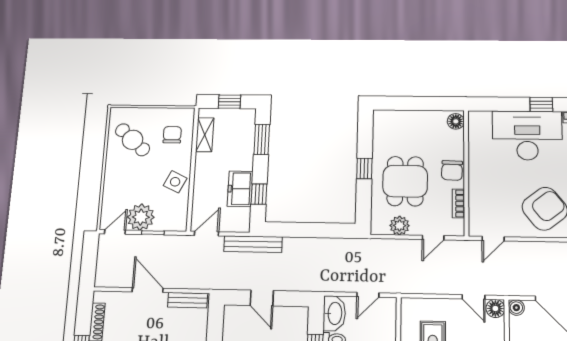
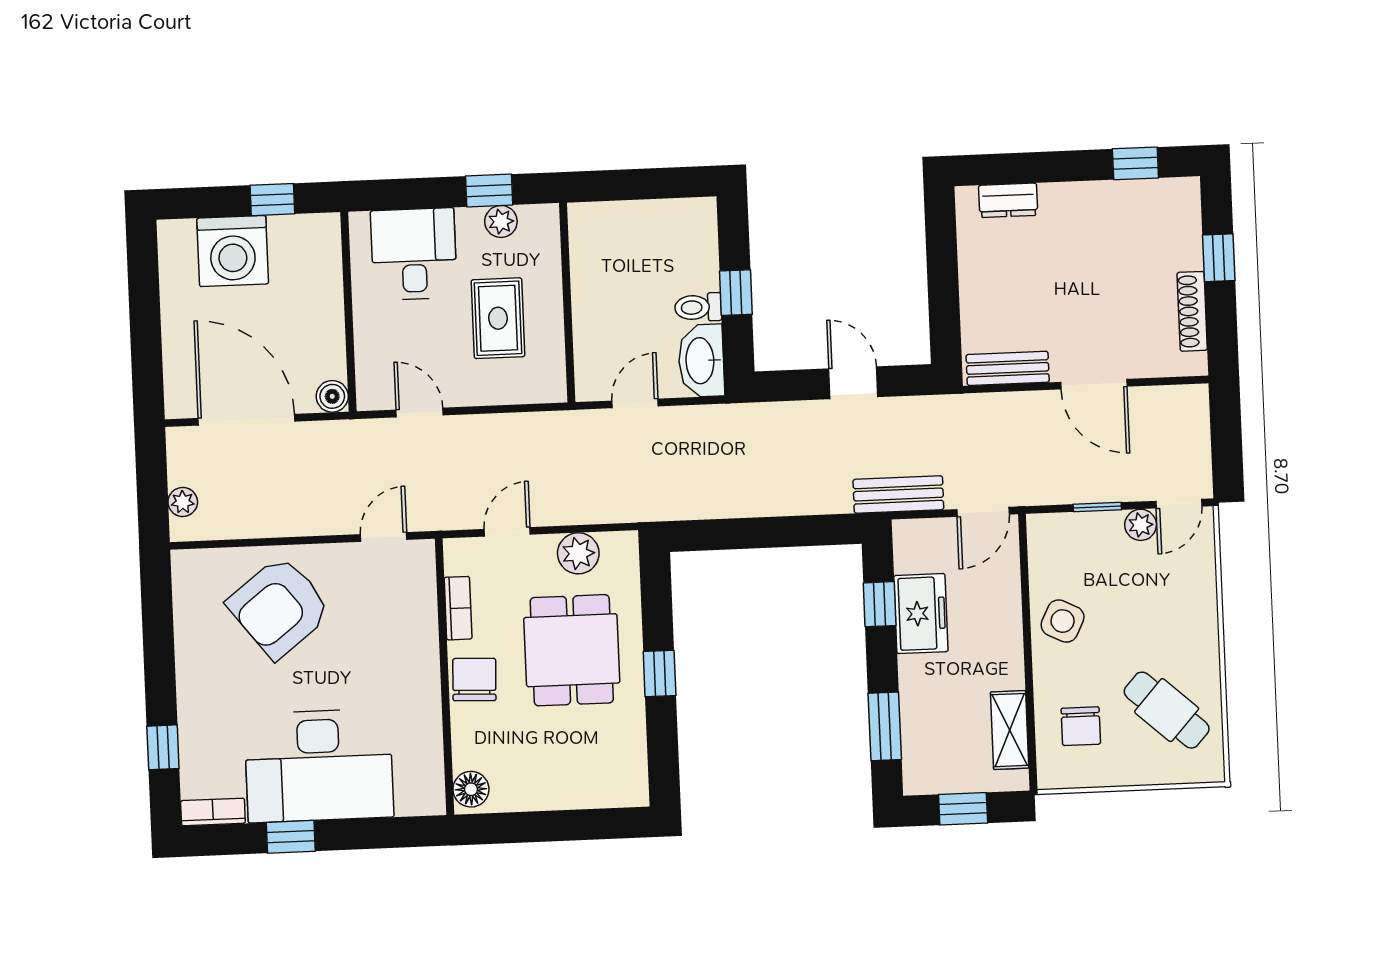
plant: (141, 217) -> (1141, 525), width x0.53, depth x0.53
bench: (253, 244) -> (898, 494), width x0.73
floor lamp: (495, 308) -> (374, 392), removed

